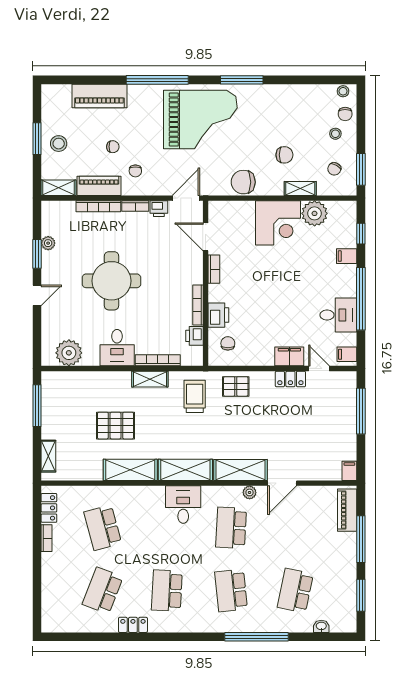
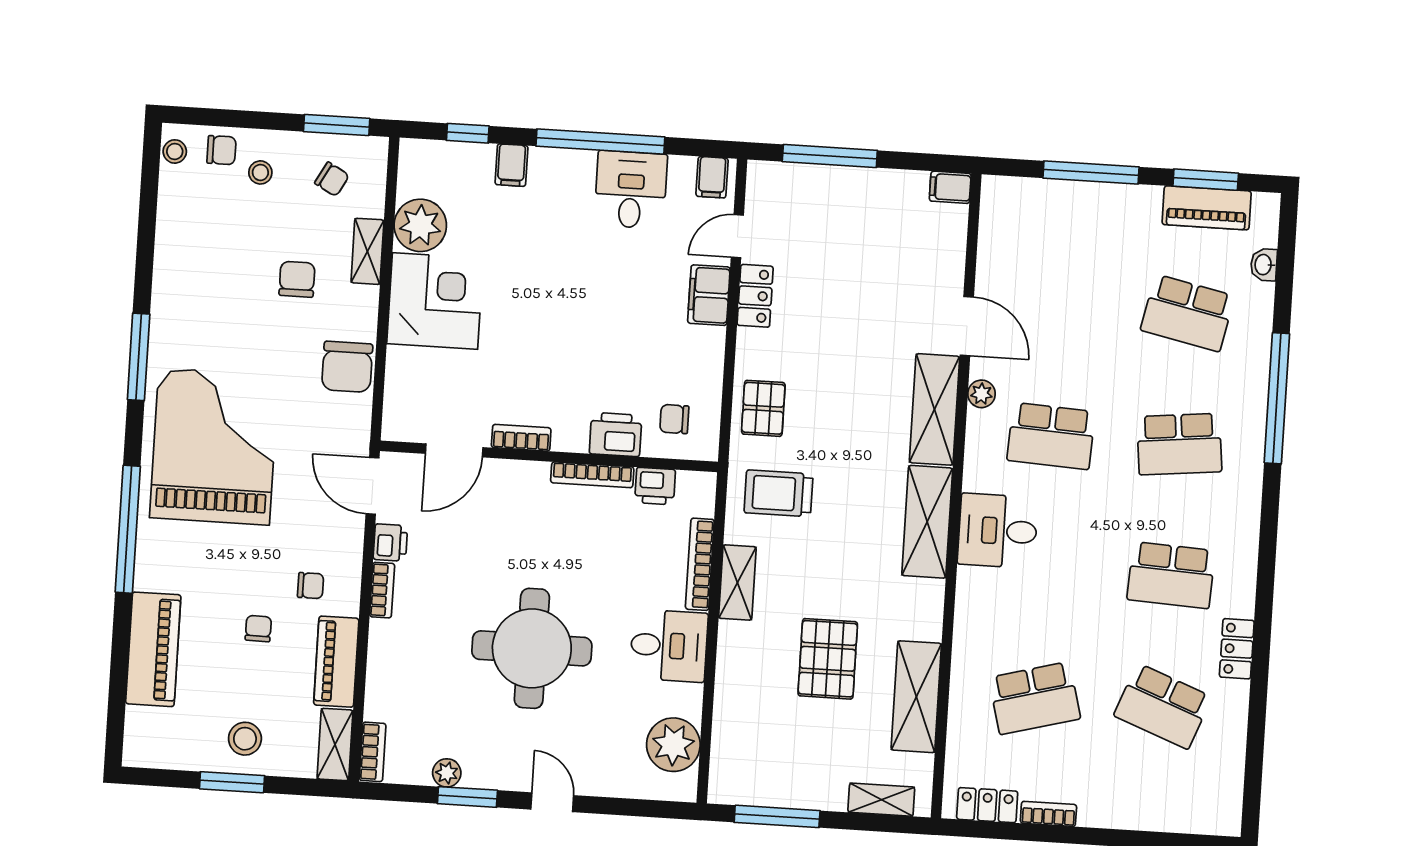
bookcase: (98, 206) -> (373, 752), moved, width x0.64
shelving: (130, 470) -> (916, 697), moved
piano: (347, 510) -> (1207, 208), moved

